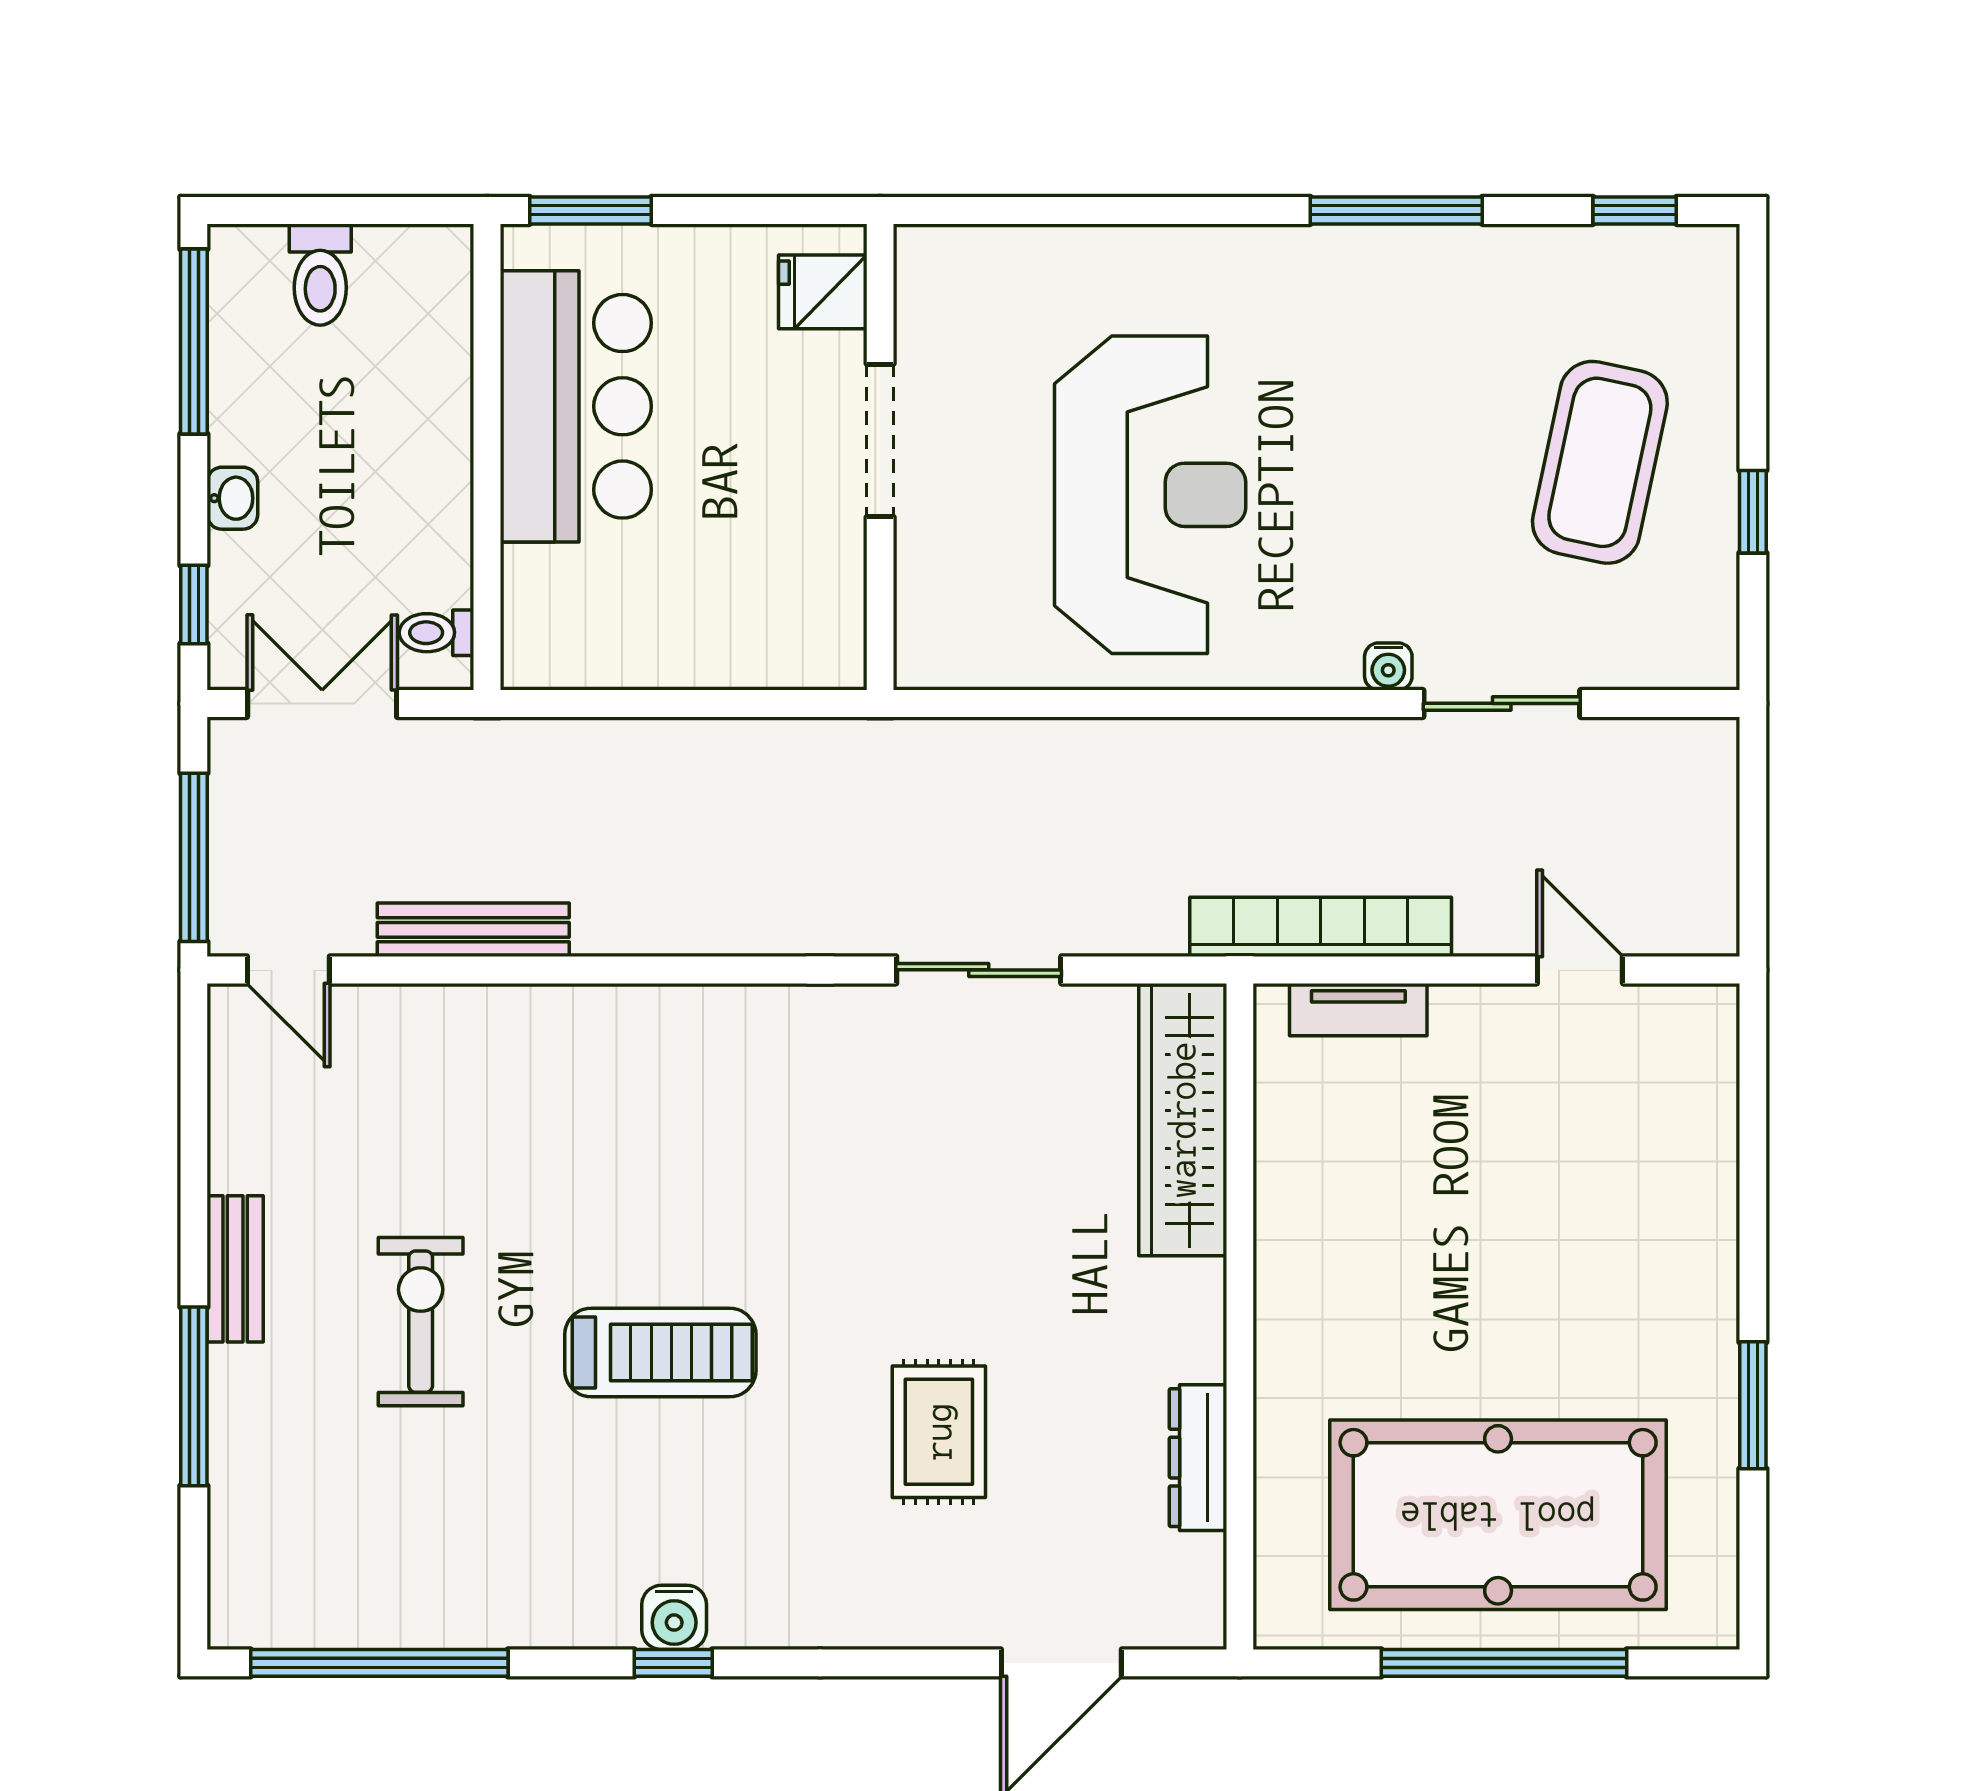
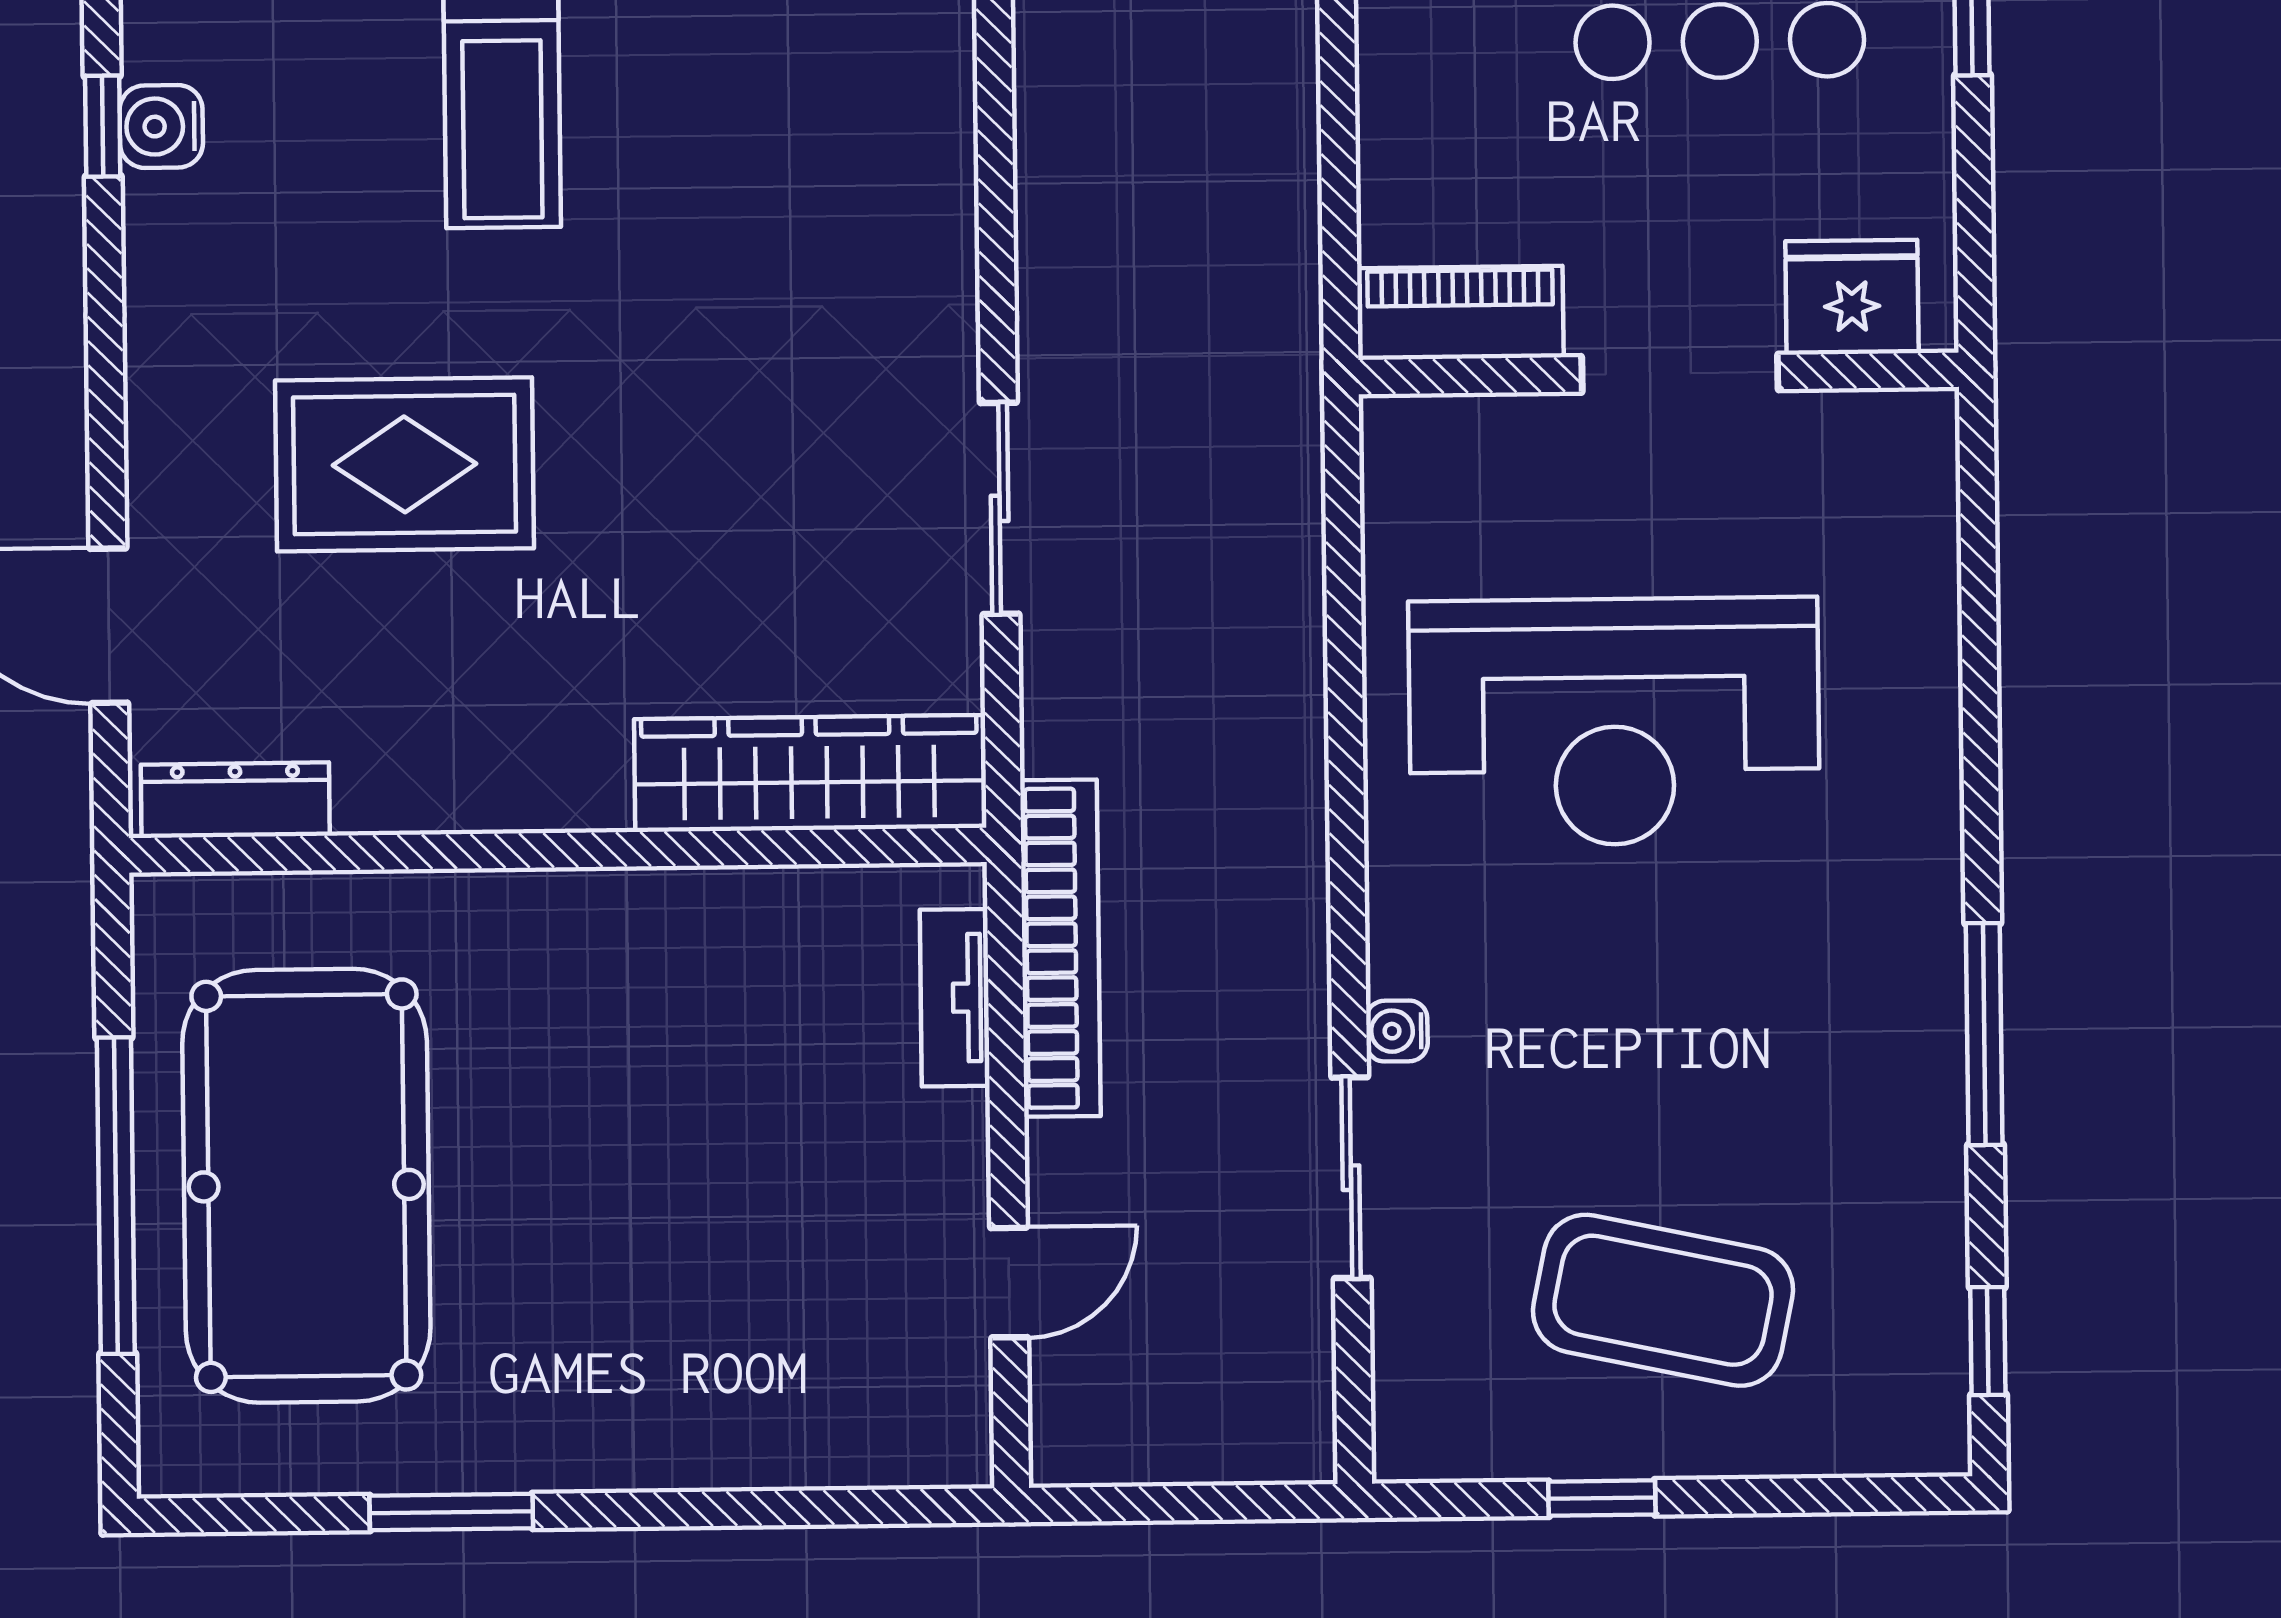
fridge: (823, 292) -> (1852, 297), width x1.38
piano: (831, 610) -> (1460, 313), added
rug: (939, 1432) -> (405, 464), width x1.36, depth x1.43
dresser: (1198, 1458) -> (235, 800), moved

